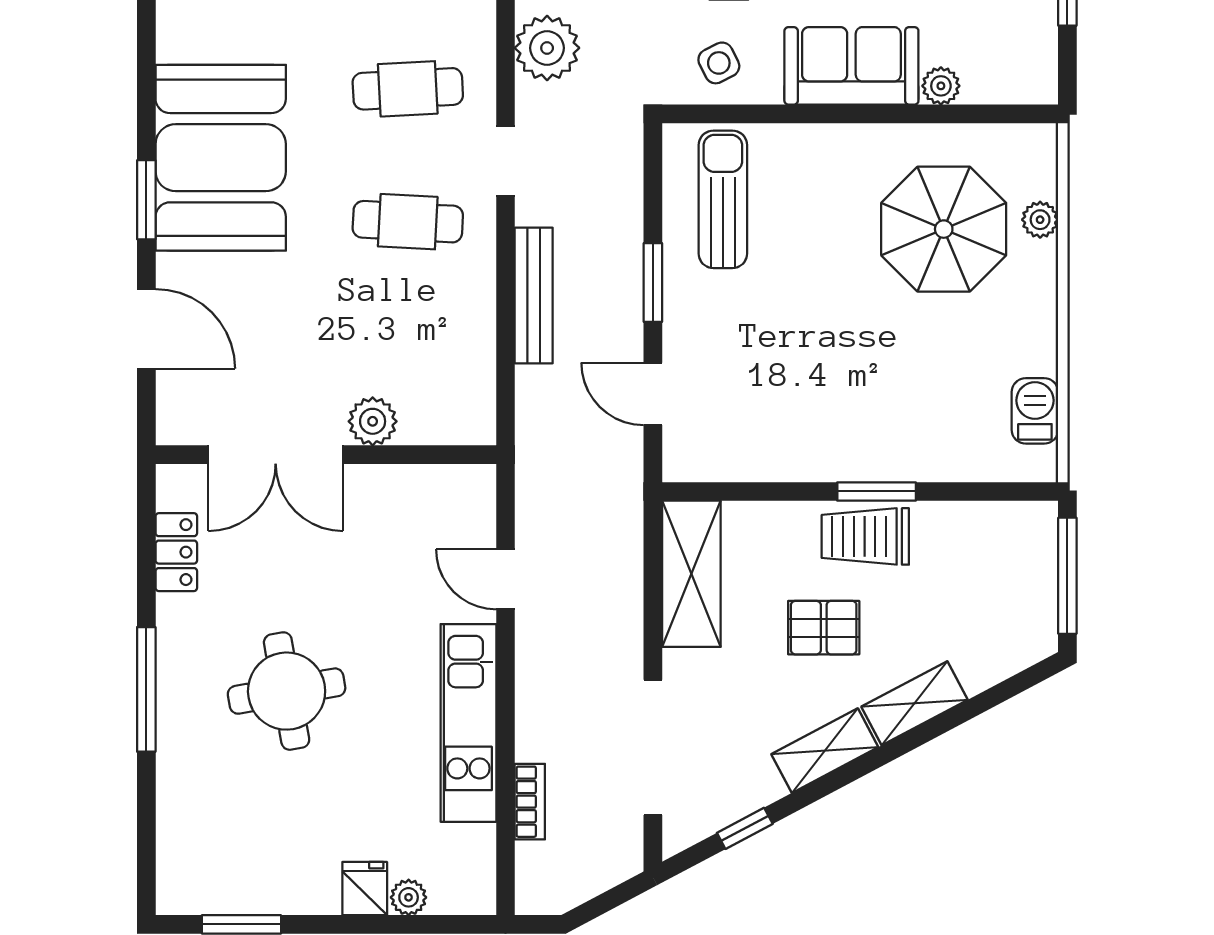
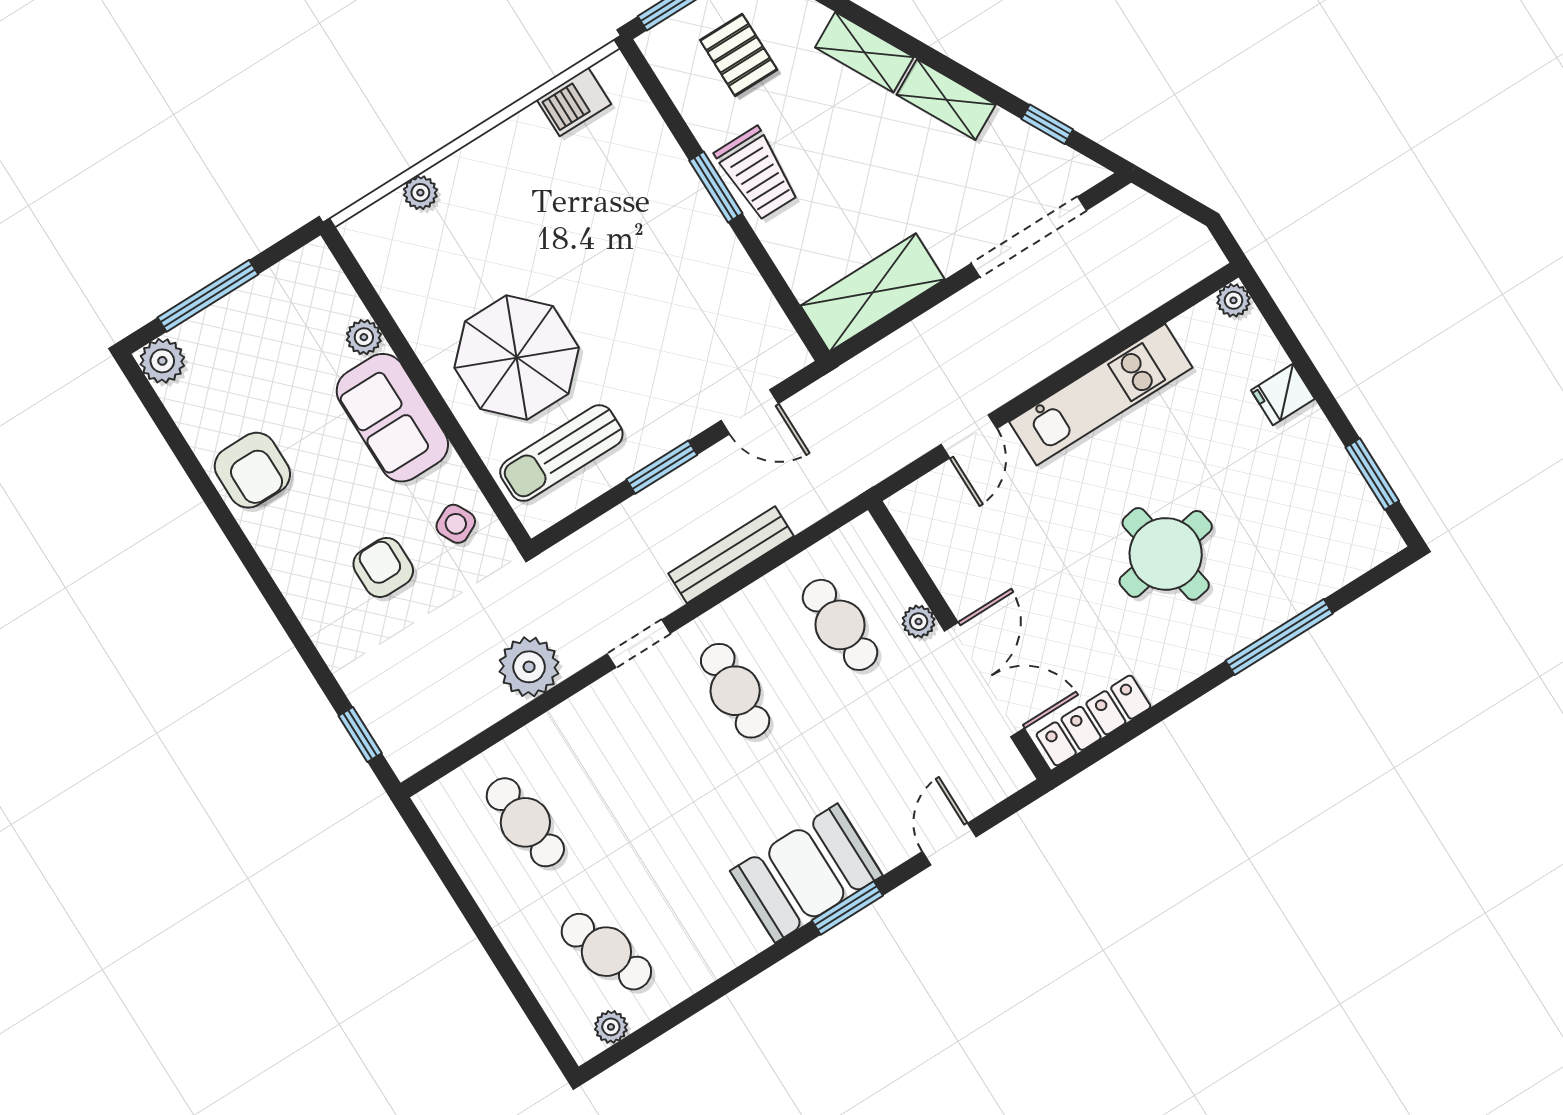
cafe table: (408, 89) -> (840, 625), moved
booth: (221, 158) -> (806, 873), width x0.73, depth x0.70
parasol: (944, 229) -> (517, 358), moved
door: (146, 329) -> (949, 844), width x0.73
door: (653, 394) -> (750, 412), hinge flipped
plant: (373, 421) -> (919, 622), width x0.73, depth x0.73
locker: (176, 552) -> (1093, 721), width x1.53
pallet: (824, 628) -> (739, 55), moved
window: (146, 689) -> (1279, 637), moved
bookcase: (530, 802) -> (1133, 307), removed
plant: (409, 897) -> (1233, 300), moved

